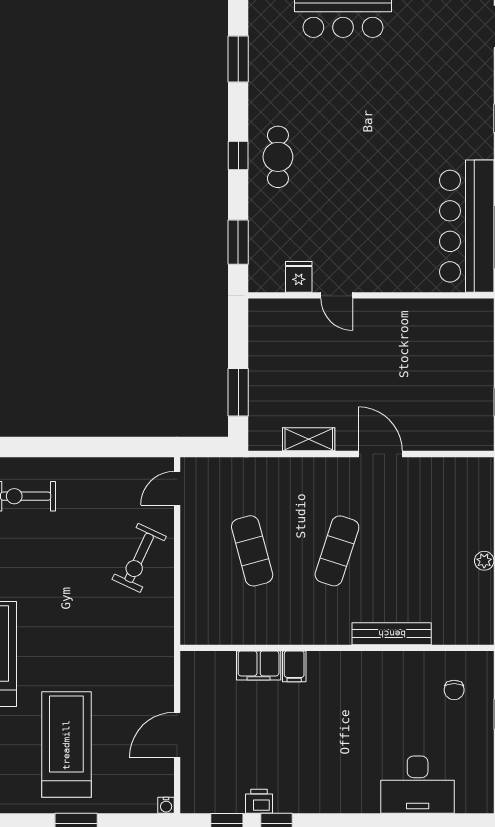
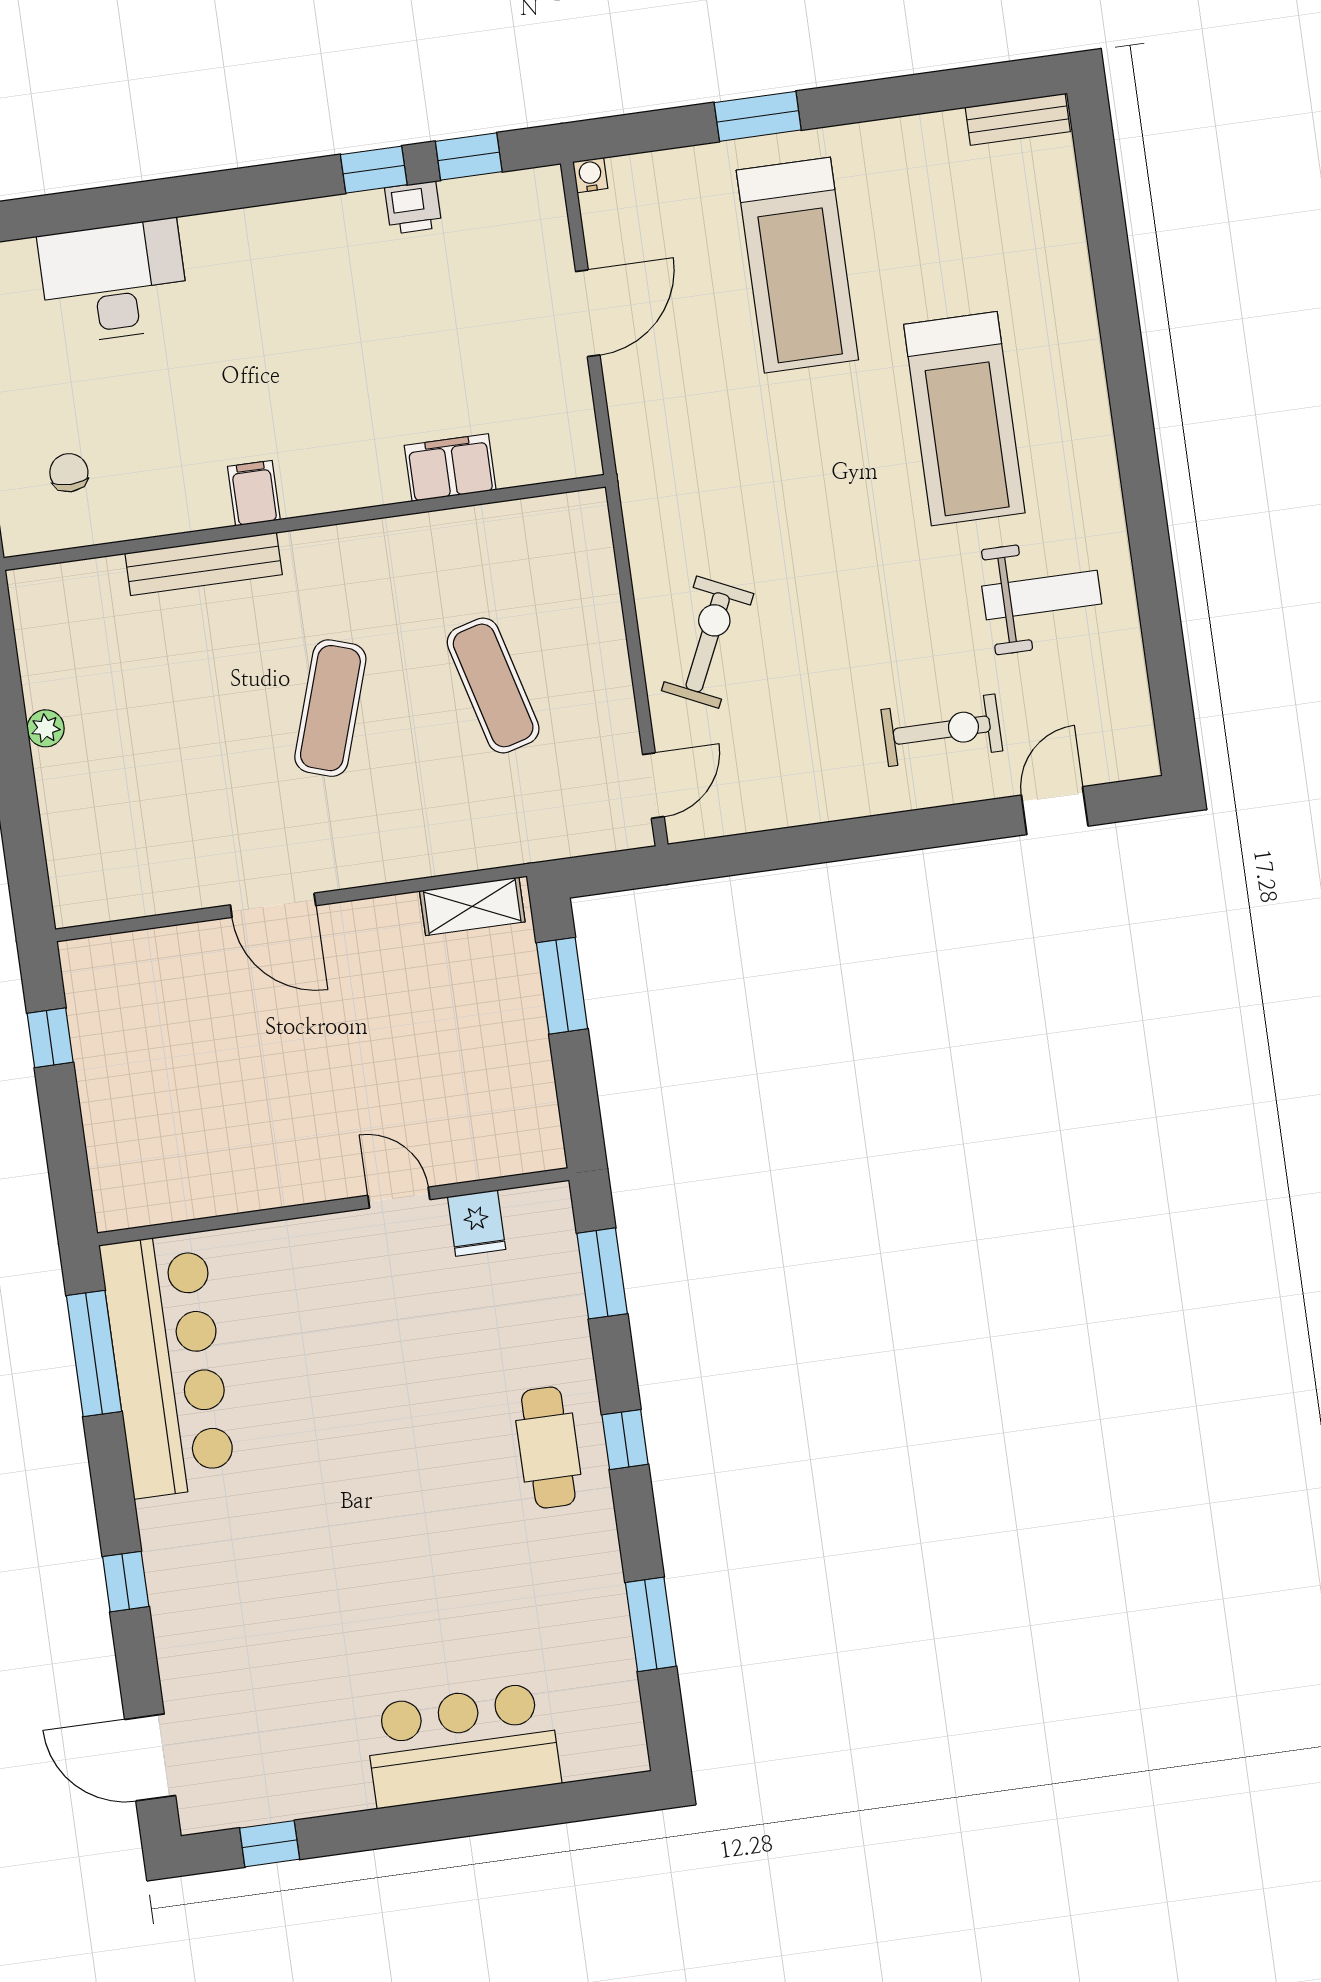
shelving: (309, 439) -> (472, 906), moved
filing cabinet: (294, 666) -> (254, 493), moved

